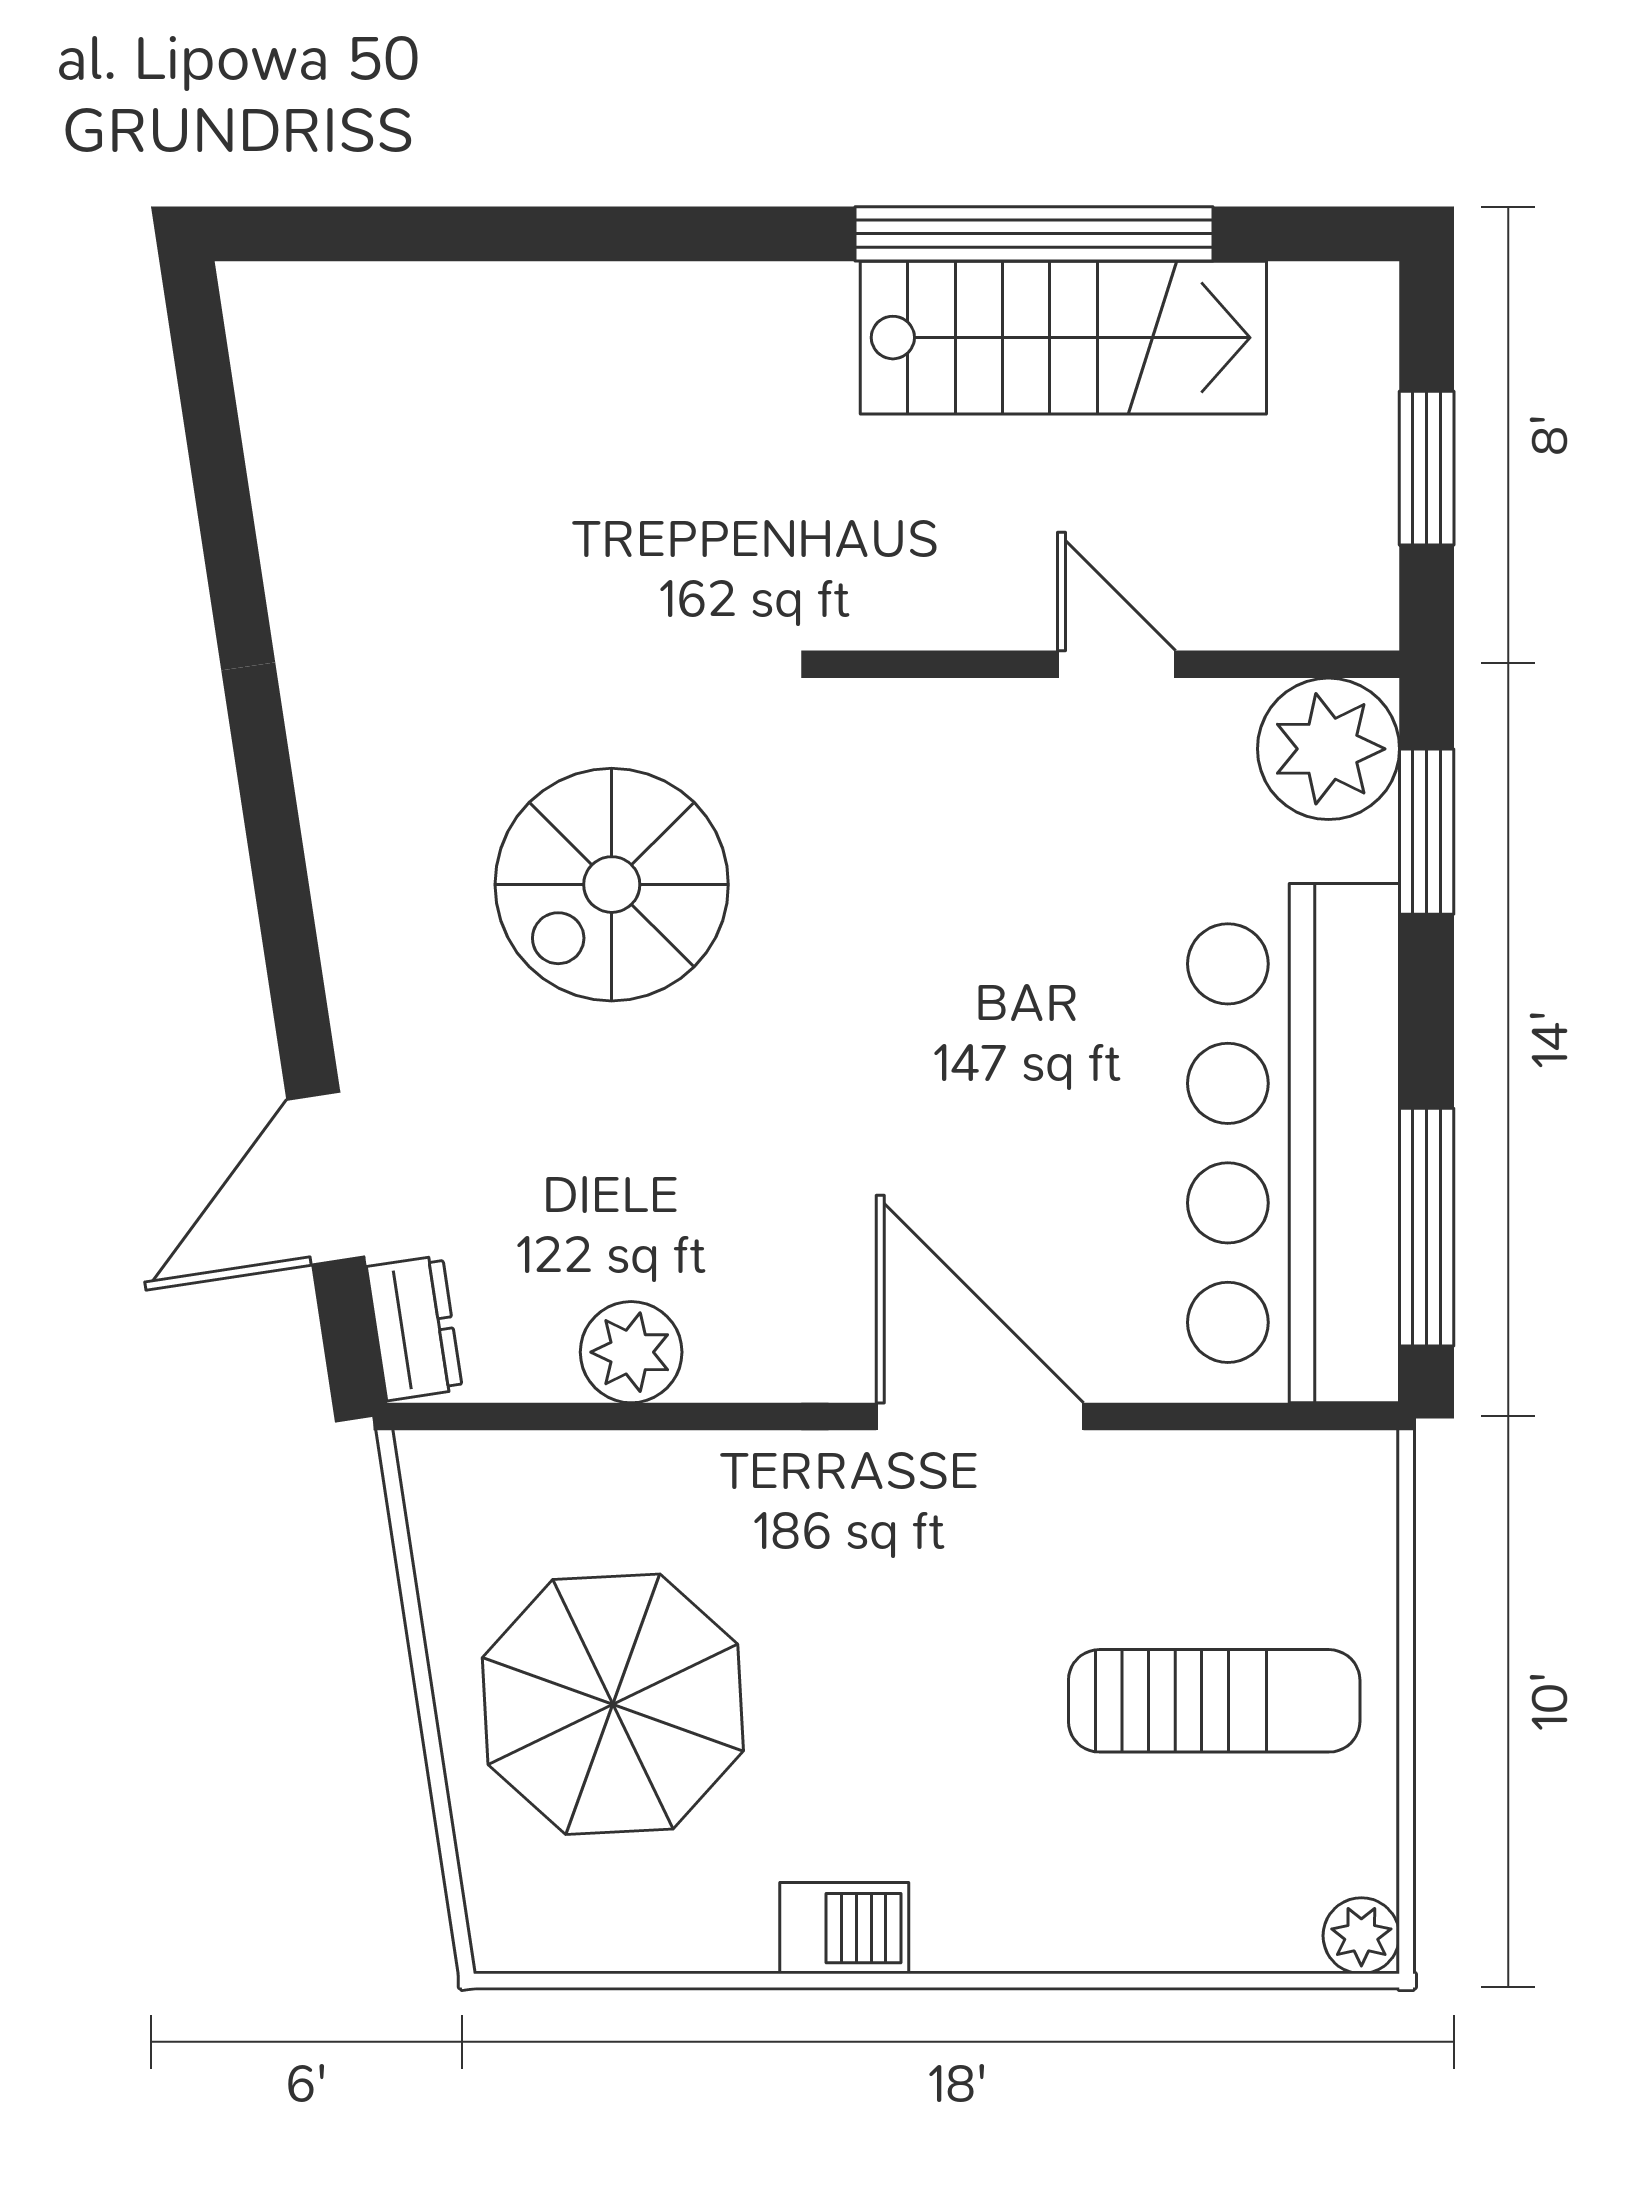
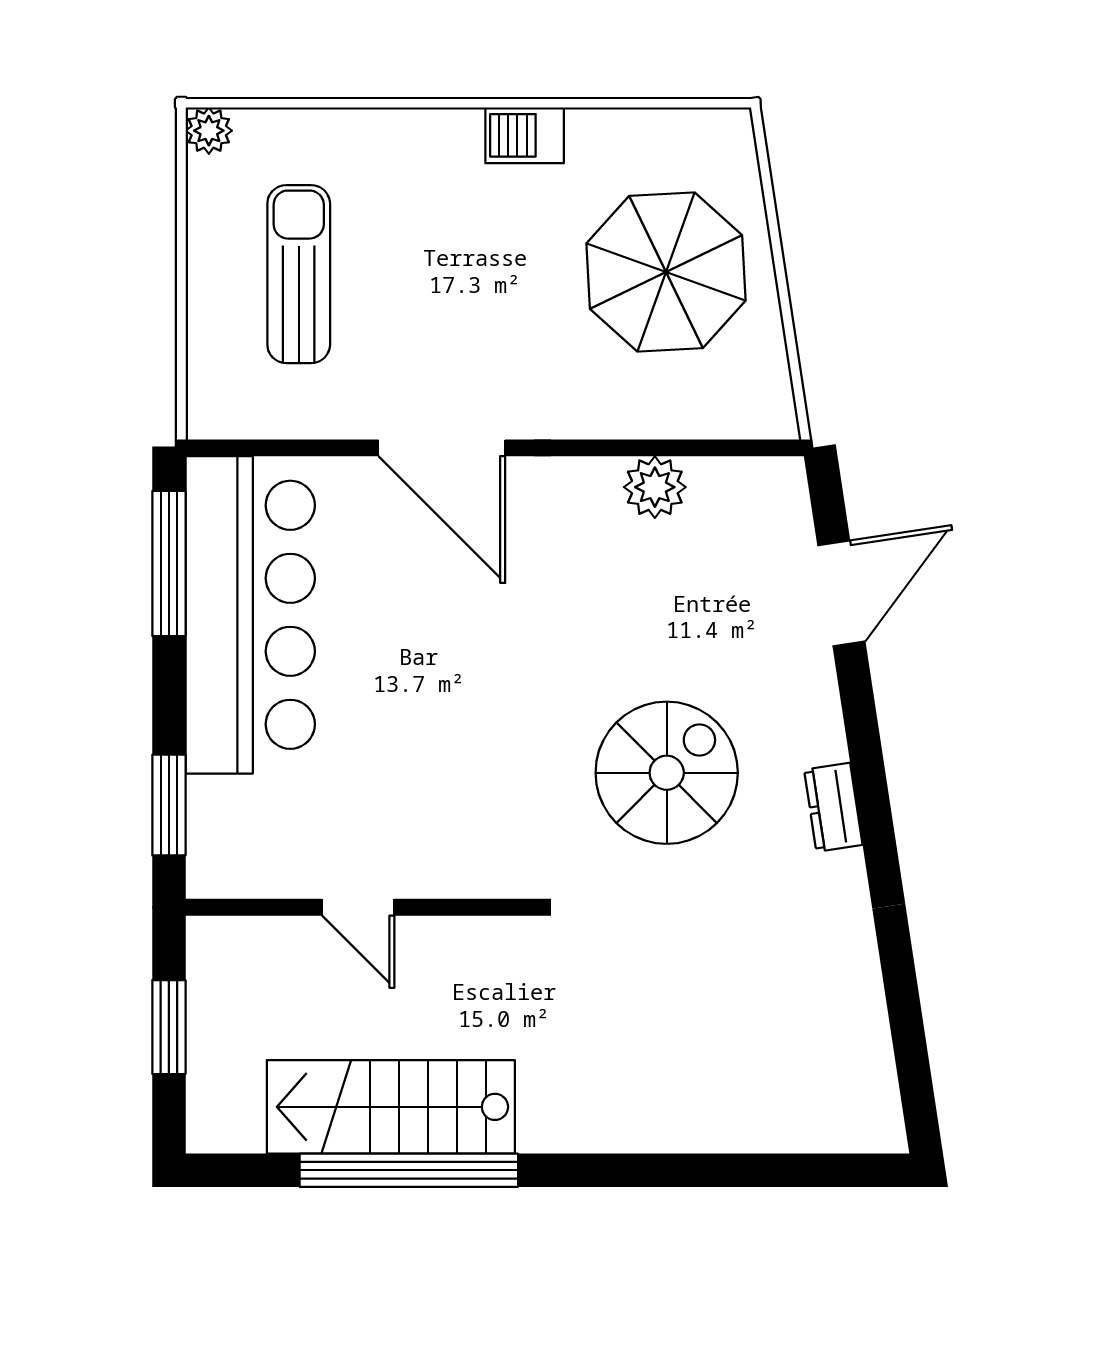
plant: (1328, 749) -> (229, 856), removed
dresser: (415, 1328) -> (833, 807), moved
sun lounger: (1214, 1701) -> (299, 274), turned 90

